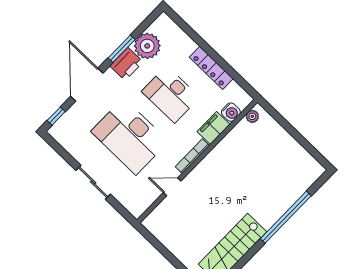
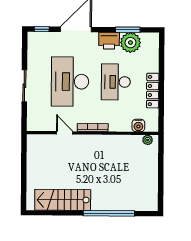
window: (122, 49) -> (128, 30), moved
filing cabinet: (214, 128) -> (120, 124), removed

